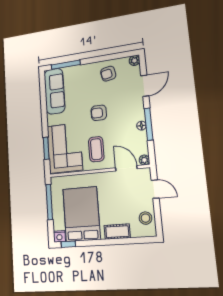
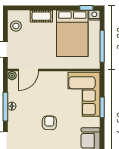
armchair: (99, 113) -> (49, 123), turned -89
window: (46, 148) -> (102, 107), moved
coffee table: (96, 149) -> (54, 90), removed
door: (126, 168) -> (29, 70), hinge flipped

